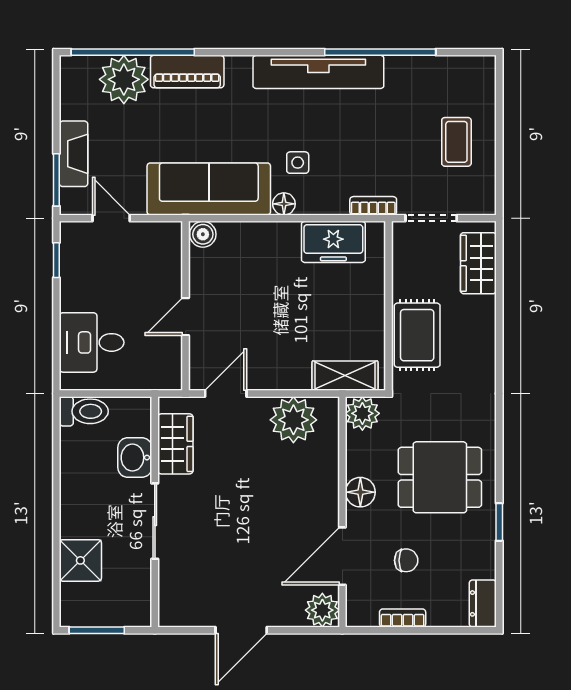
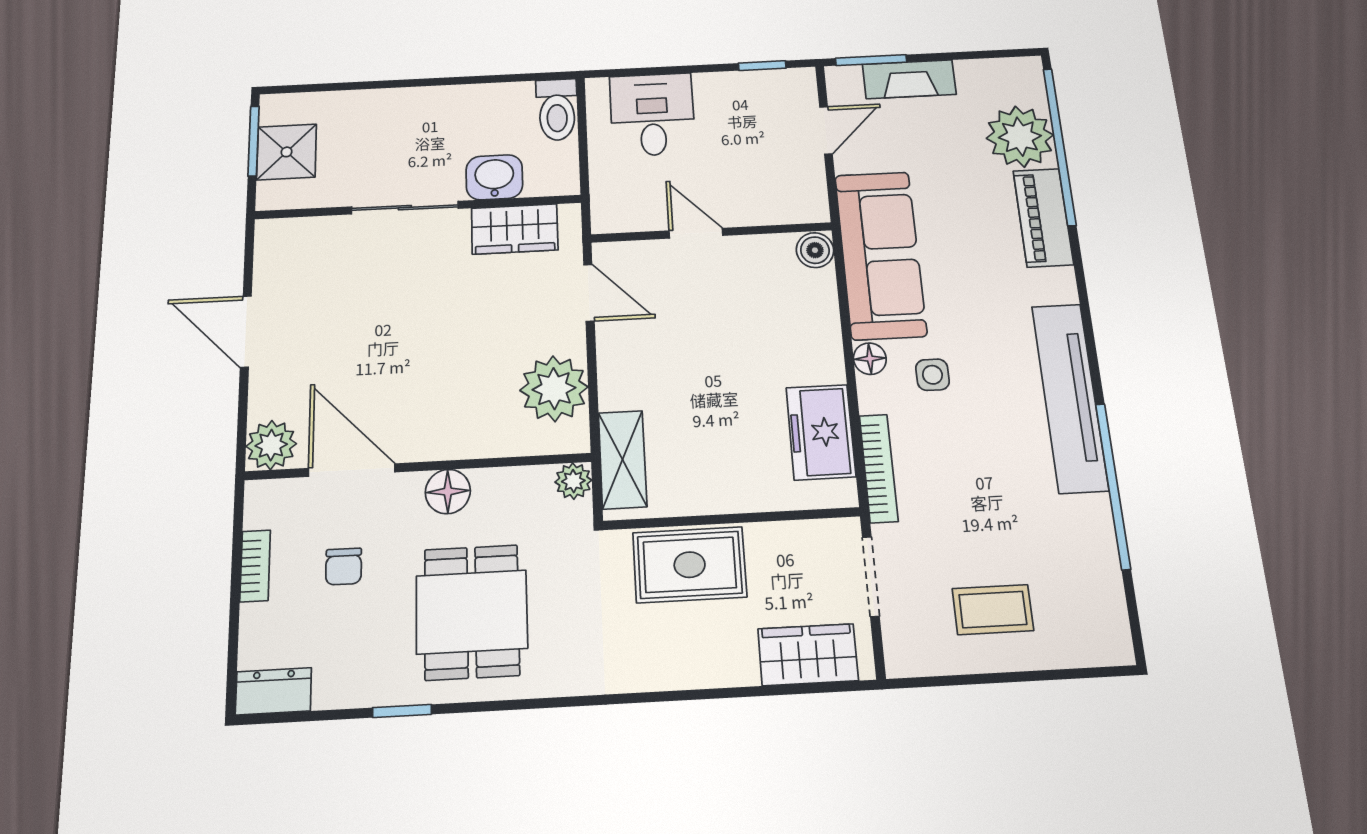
bookcase: (373, 206) -> (879, 468), width x1.56
plant: (362, 413) -> (573, 481), width x0.73, depth x0.73
shower: (80, 560) -> (287, 152), moved

